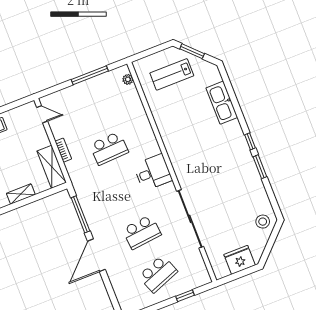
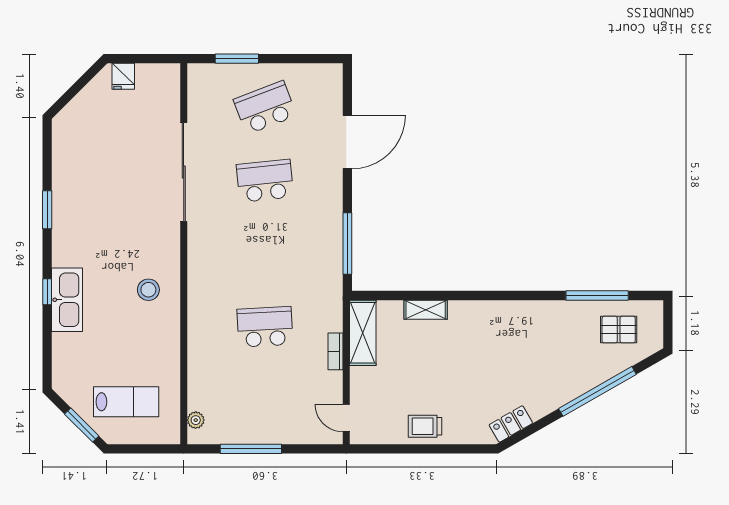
kitchen sink: (222, 103) -> (67, 300), moved
window: (250, 141) -> (47, 292), moved
desk: (153, 172) -> (213, 264), removed
stool: (263, 222) -> (148, 290), moved
door: (96, 255) -> (347, 142), moved
fridge: (240, 260) -> (123, 76), width x0.53, depth x0.75
window: (185, 296) -> (237, 59), width x1.50

